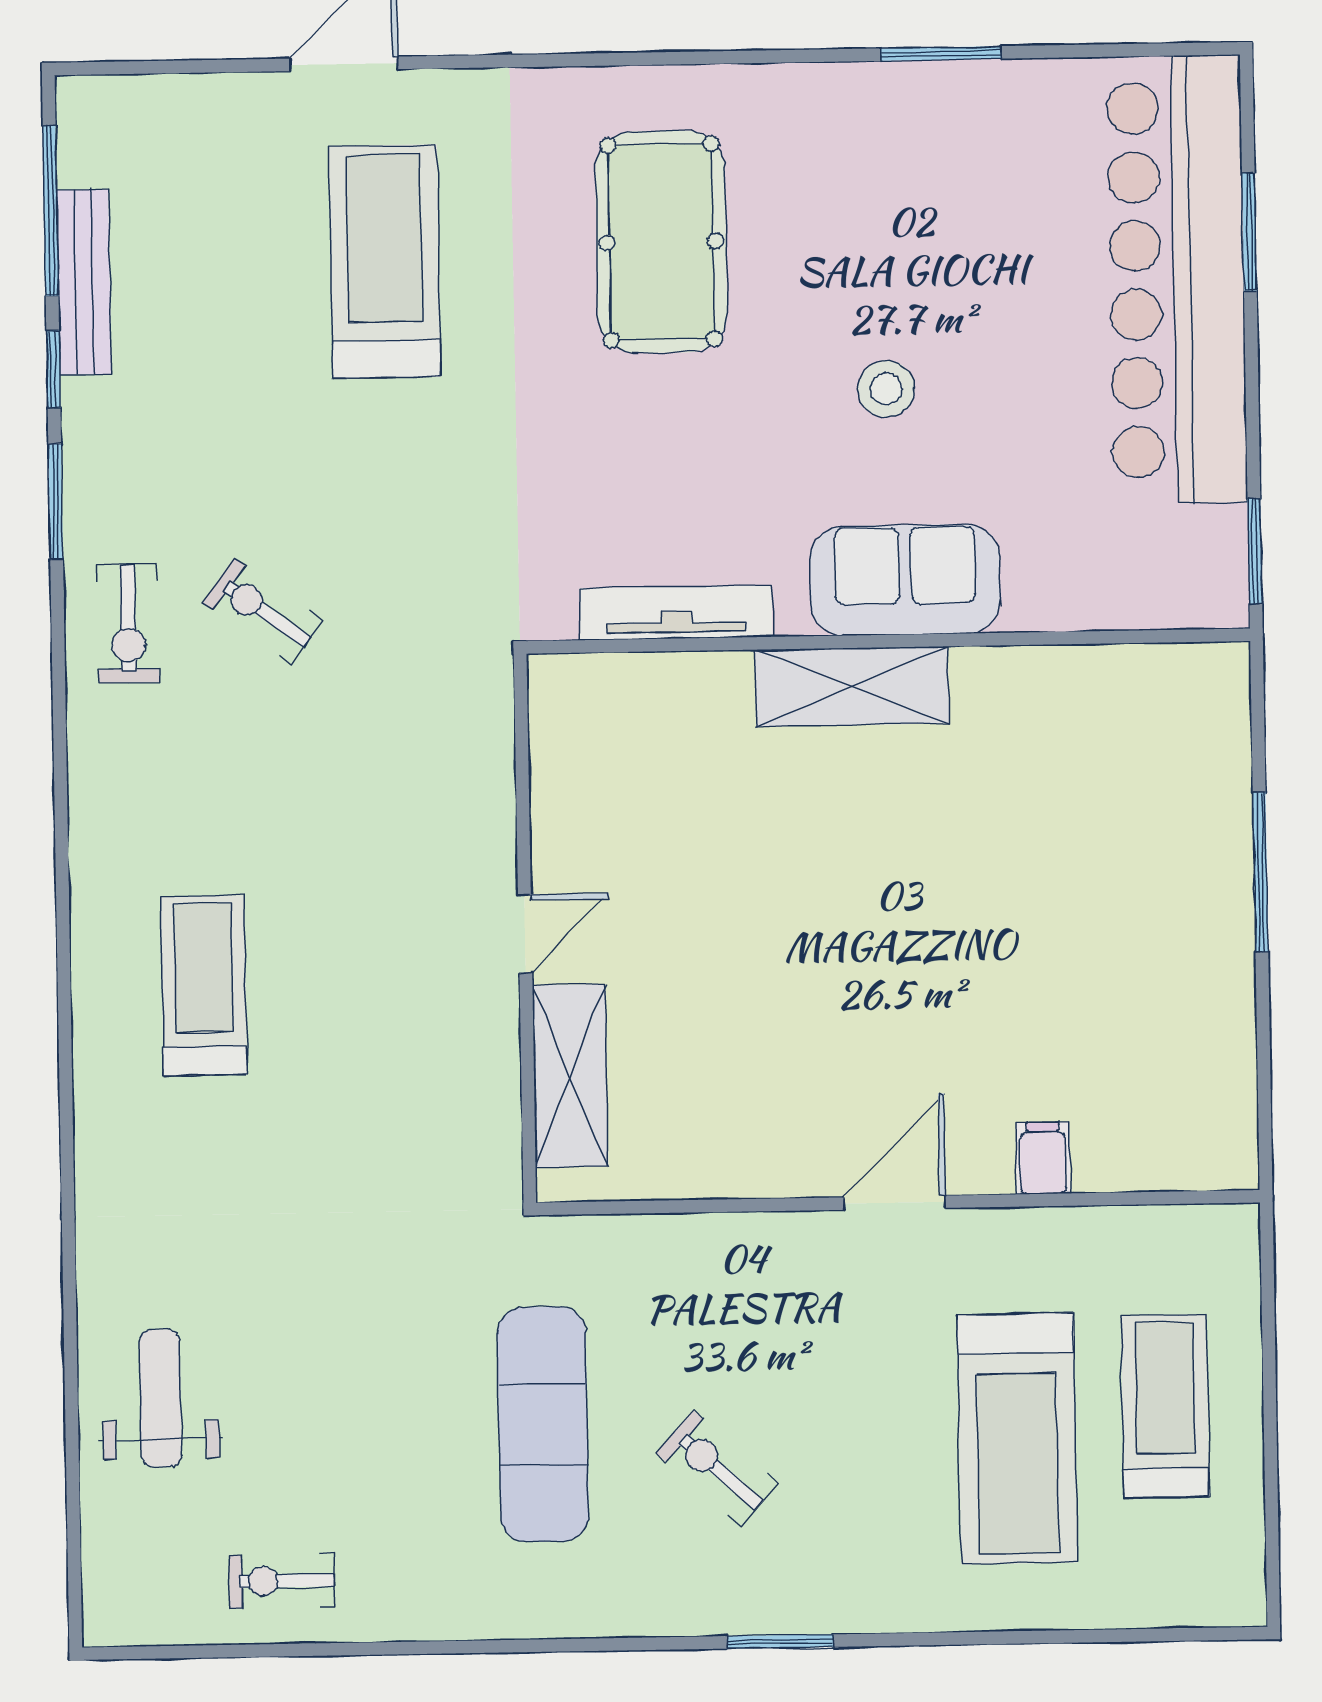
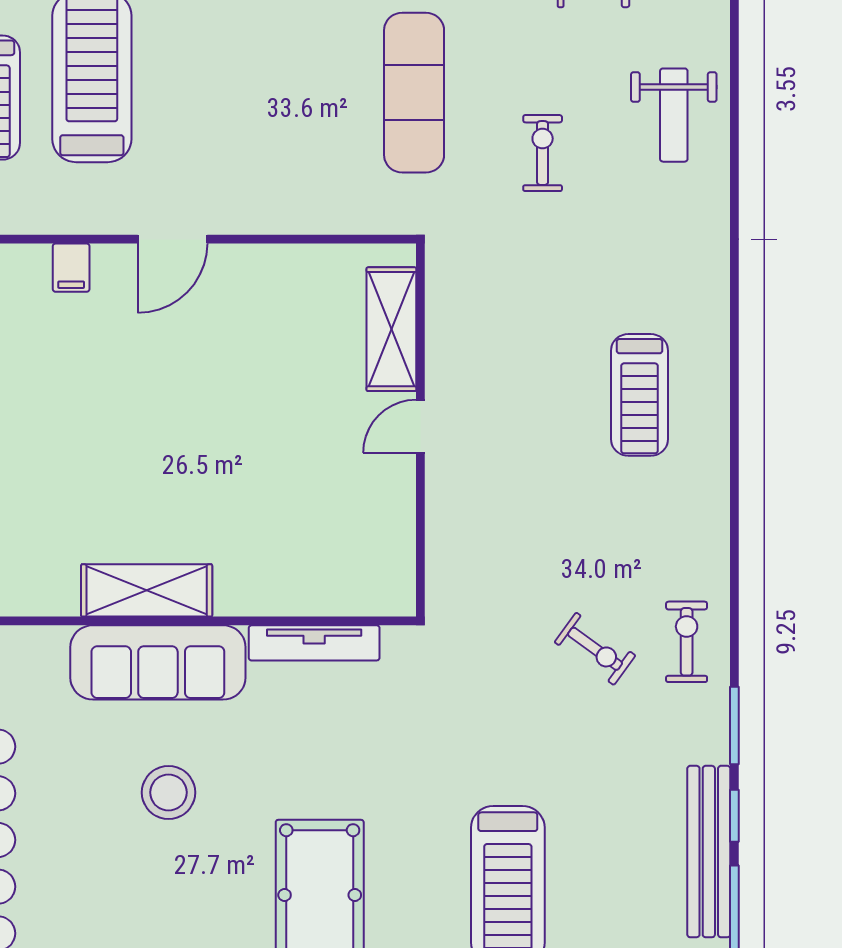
bench: (84, 282) -> (709, 852), width x1.37, depth x1.21
stool: (886, 389) -> (169, 792), width x1.38, depth x1.38
sofa: (905, 580) -> (158, 662), width x1.36
shelving: (852, 687) -> (147, 590), moved
exercise bike: (717, 1468) -> (543, 153), moved, turned -132

